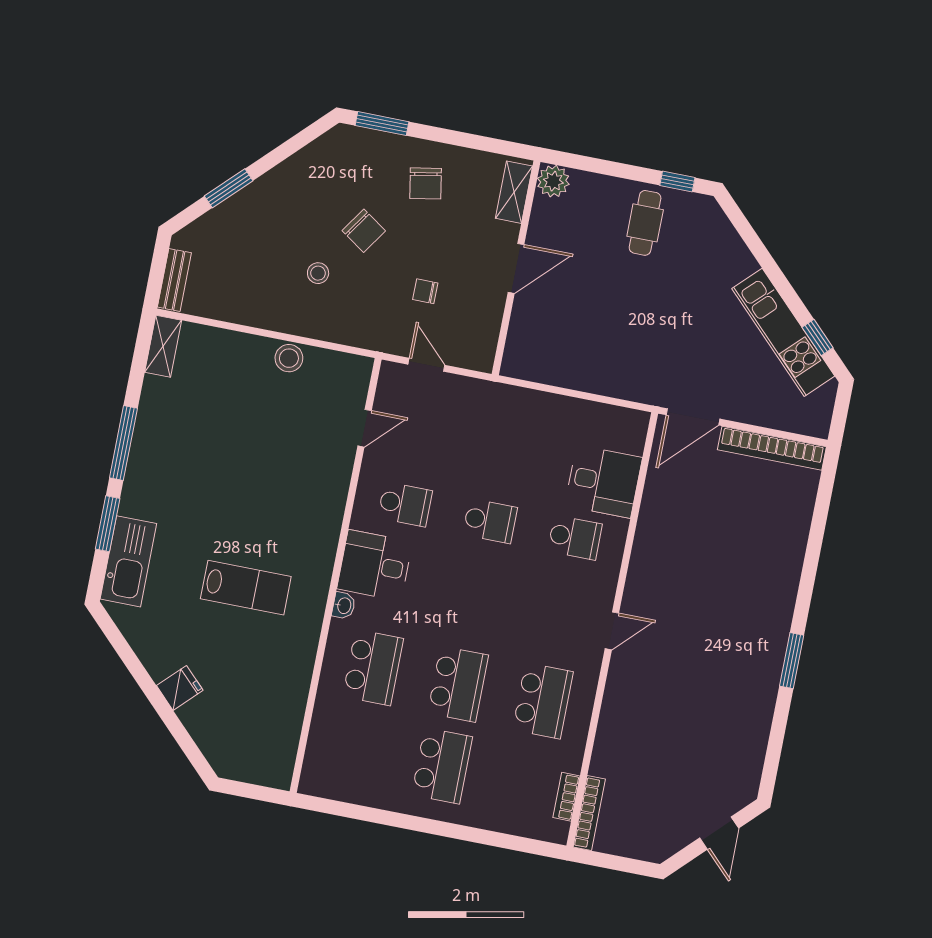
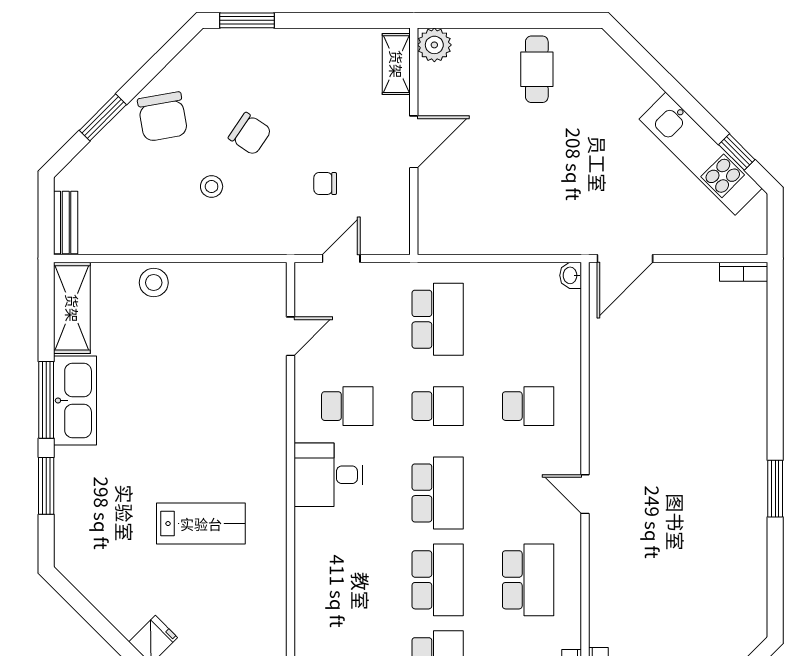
window: (677, 182) -> (562, 20), removed
chair: (426, 183) -> (163, 117), moved, width x1.37, depth x1.37
shelving: (163, 346) -> (72, 308), width x1.50, depth x1.33
stool: (289, 358) -> (154, 283), moved
door: (426, 365) -> (341, 259), hinge flipped
school desk: (506, 439) -> (438, 319), added
bookcase: (772, 448) -> (744, 272), width x0.43, depth x0.76
desk: (603, 481) -> (546, 343), removed
kitchen sink: (128, 561) -> (75, 400), moved
washbasin: (344, 606) -> (571, 275), moved, turned 180
door: (612, 631) -> (585, 494), swing flipped
school desk: (373, 667) -> (438, 493), moved

